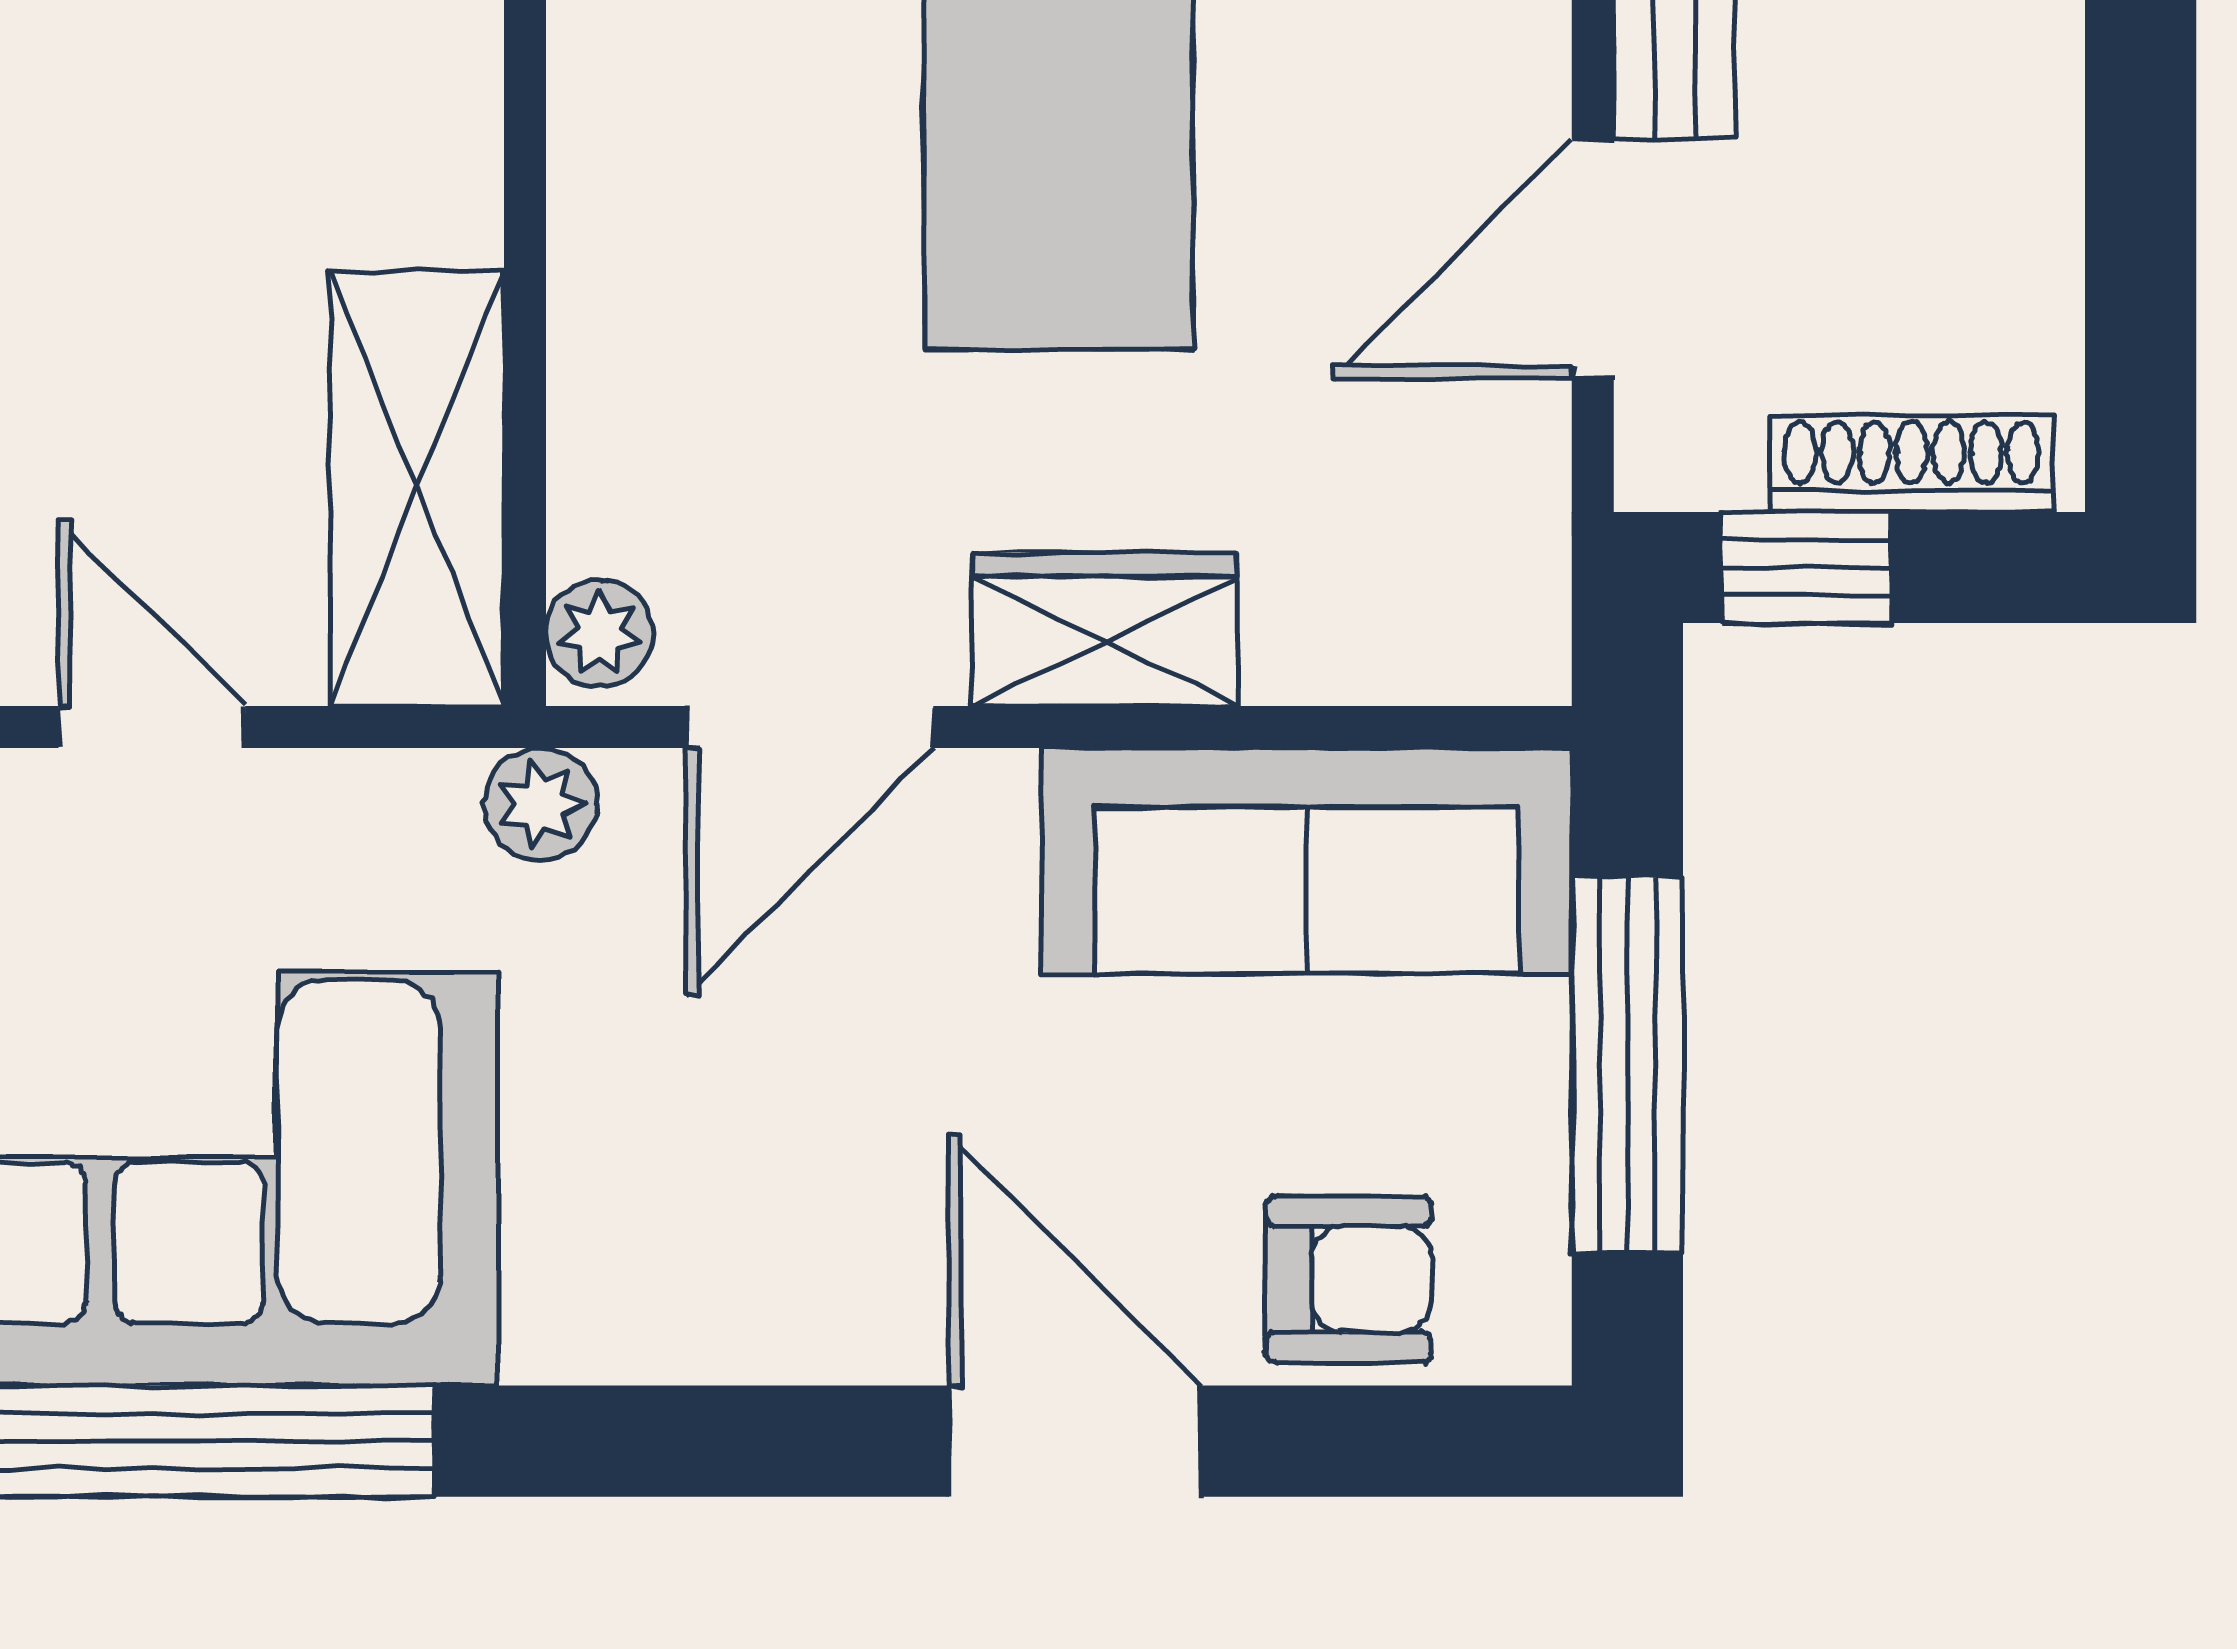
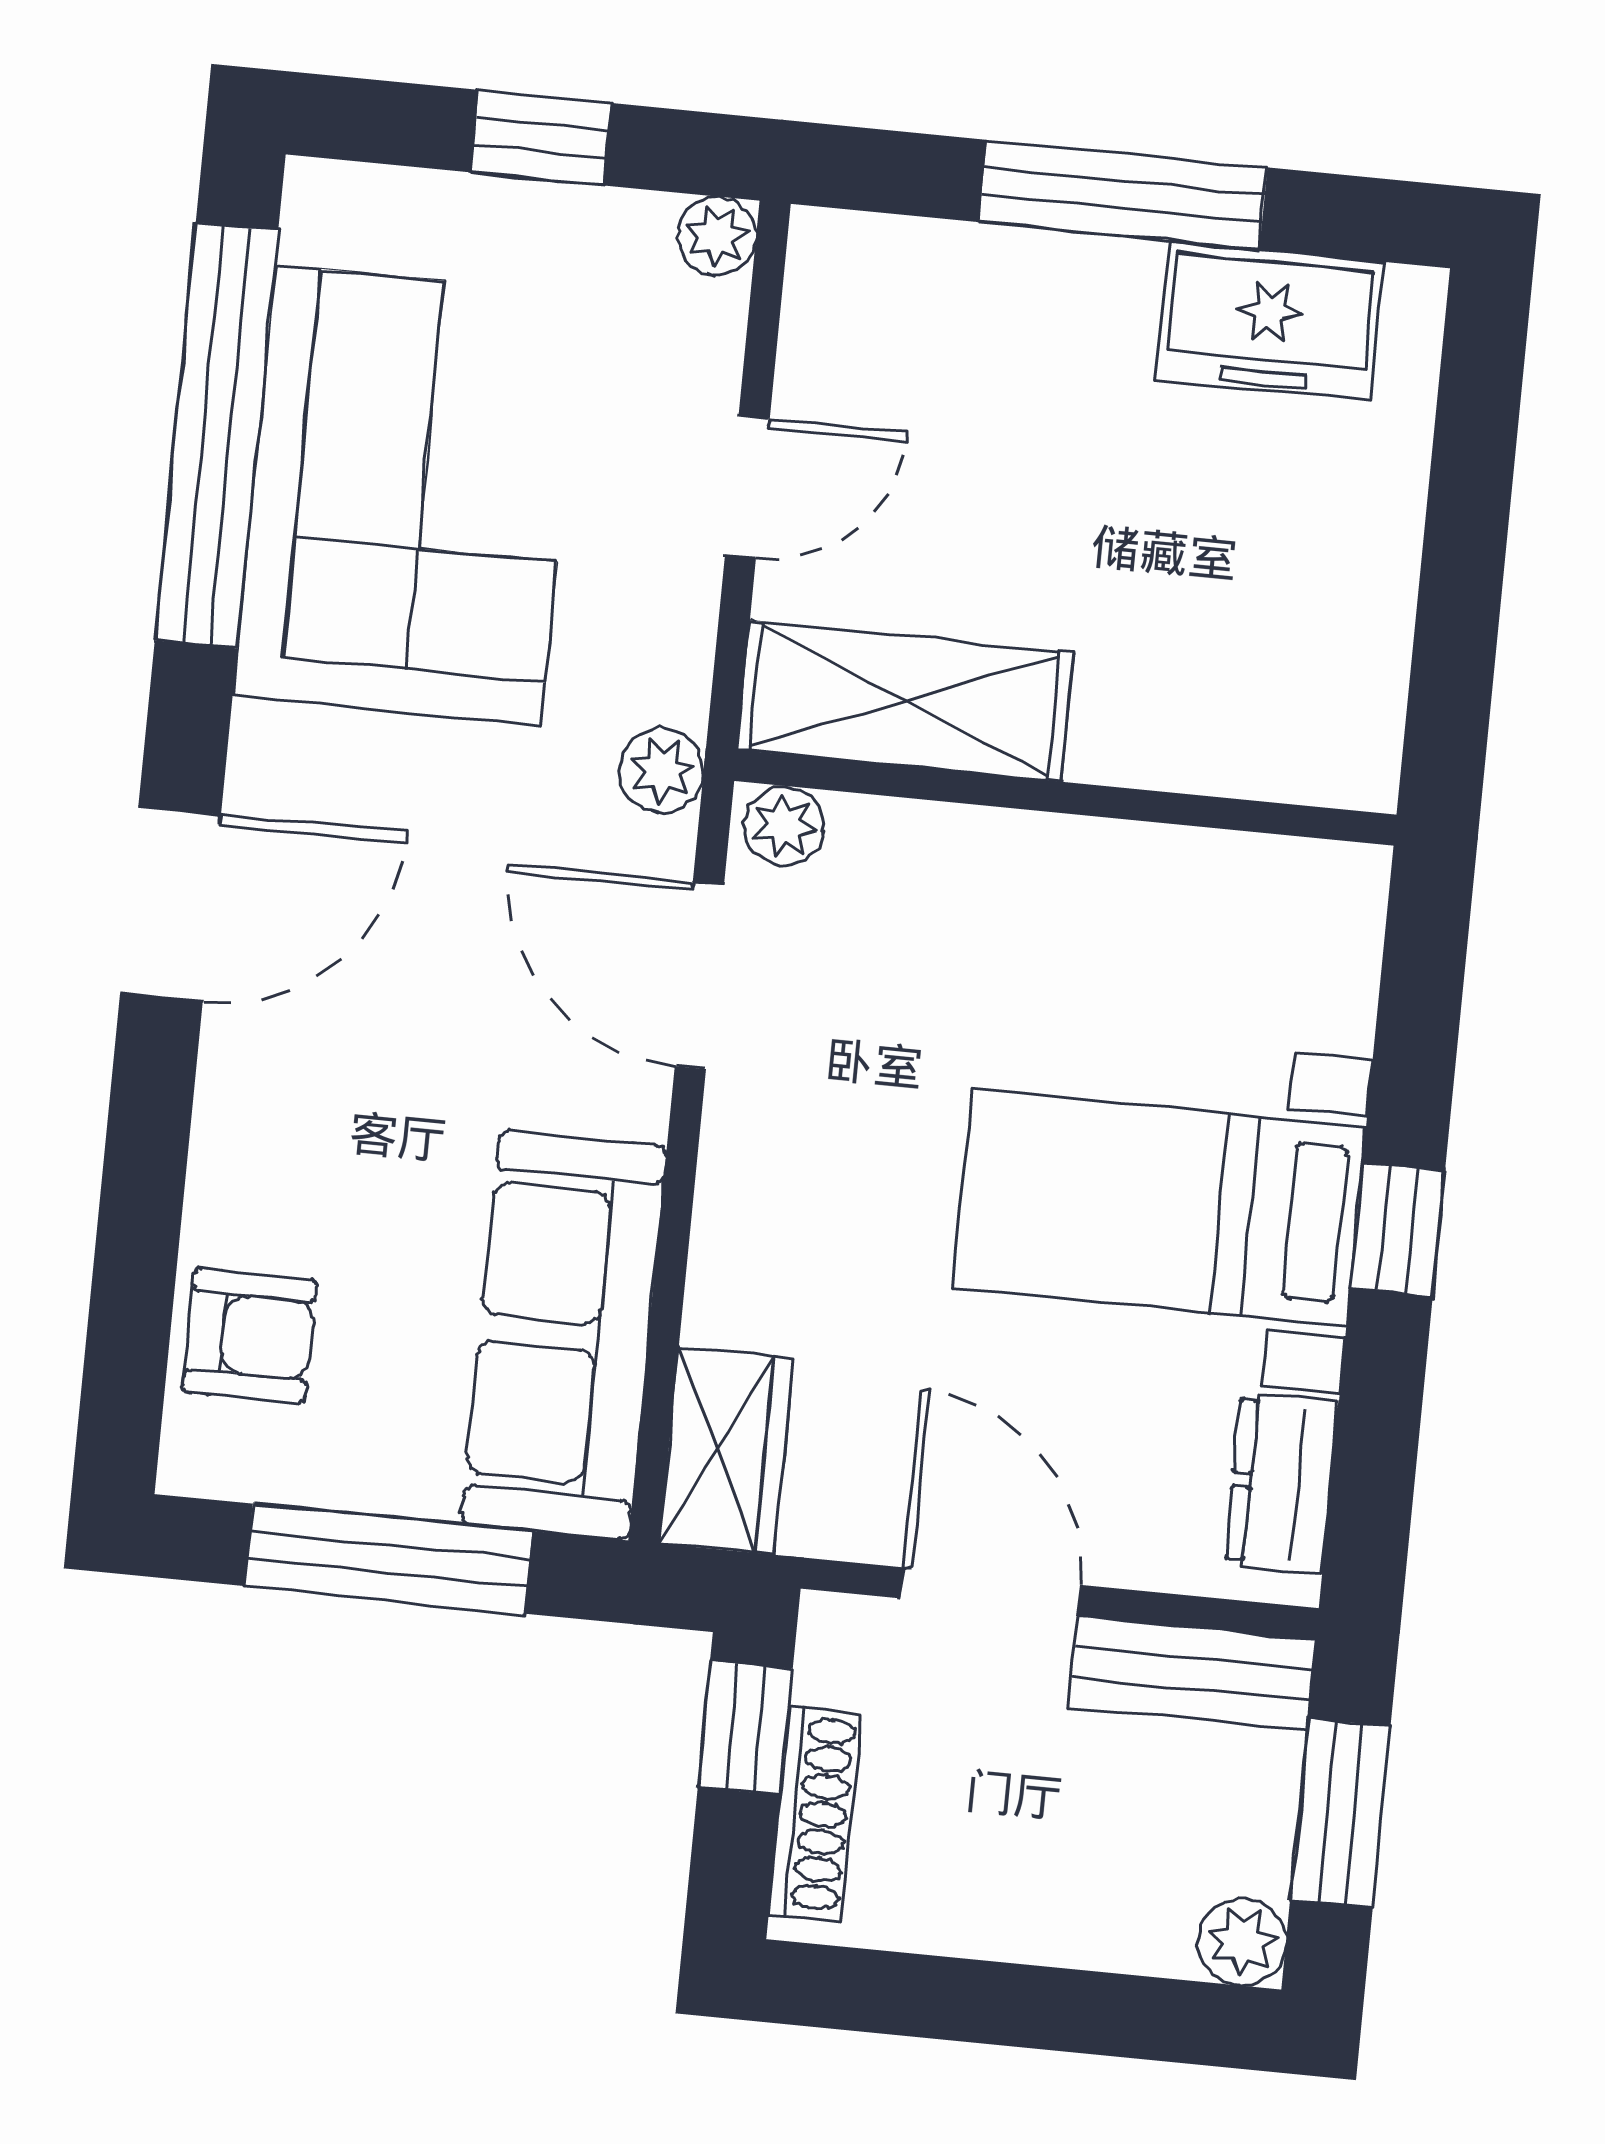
wardrobe: (1105, 629) -> (726, 1451), moved
armchair: (1349, 1279) -> (250, 1336), turned -90
door: (1075, 1441) -> (171, 904), moved

